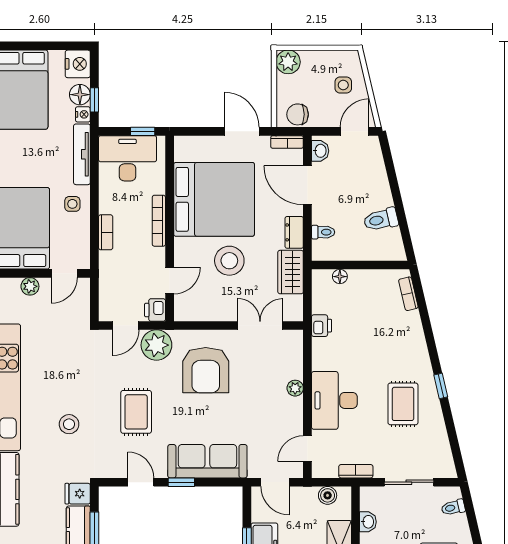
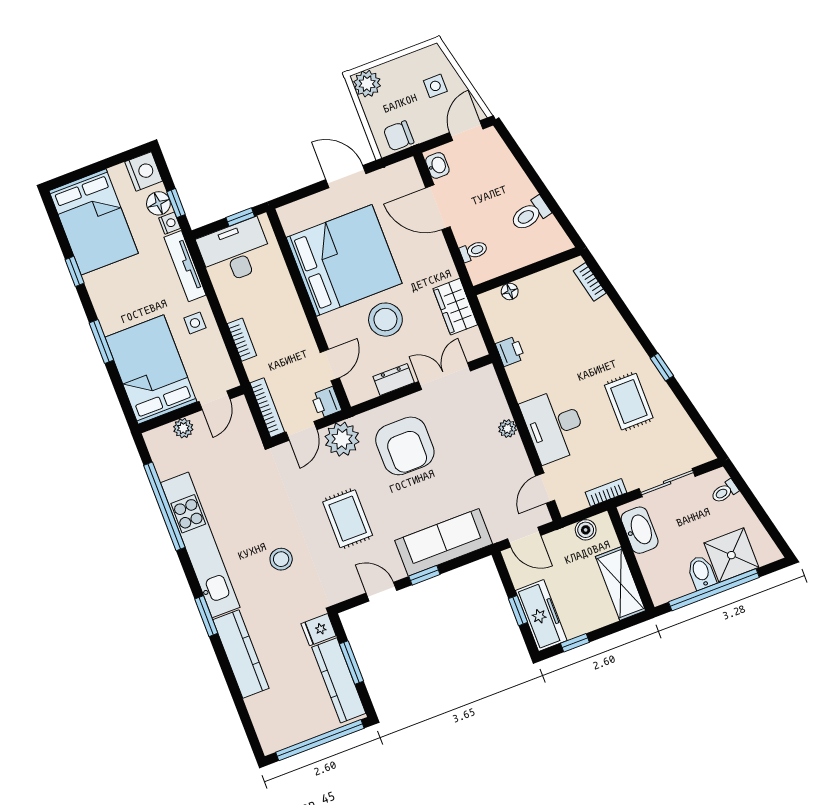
bookcase: (287, 142) -> (399, 170), removed
bookcase: (159, 221) -> (267, 408), moved, turned 180
dresser: (294, 232) -> (394, 380), moved, turned 90
washbasin: (368, 522) -> (640, 530), width x1.91, depth x1.45

